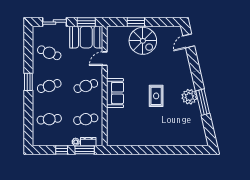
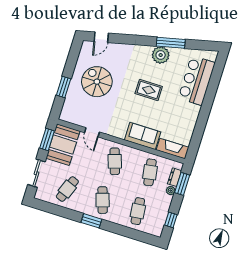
spiral stairs: (143, 41) -> (97, 82), moved, turned -90
door: (189, 41) -> (101, 37), hinge flipped
sofa: (115, 93) -> (143, 136), moved
fireplace: (112, 132) -> (173, 149), added
bar counter: (177, 135) -> (197, 80), added
window: (62, 150) -> (171, 220), moved

